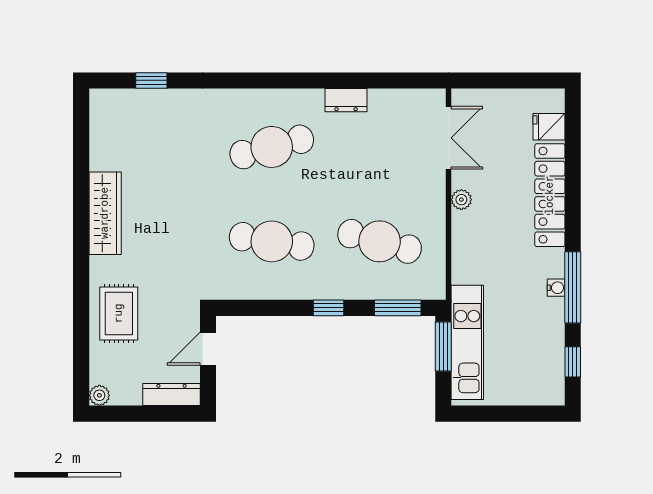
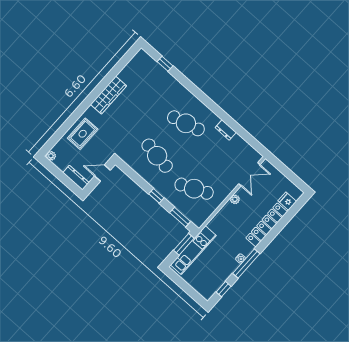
cafe table: (380, 241) -> (194, 189), turned -39

